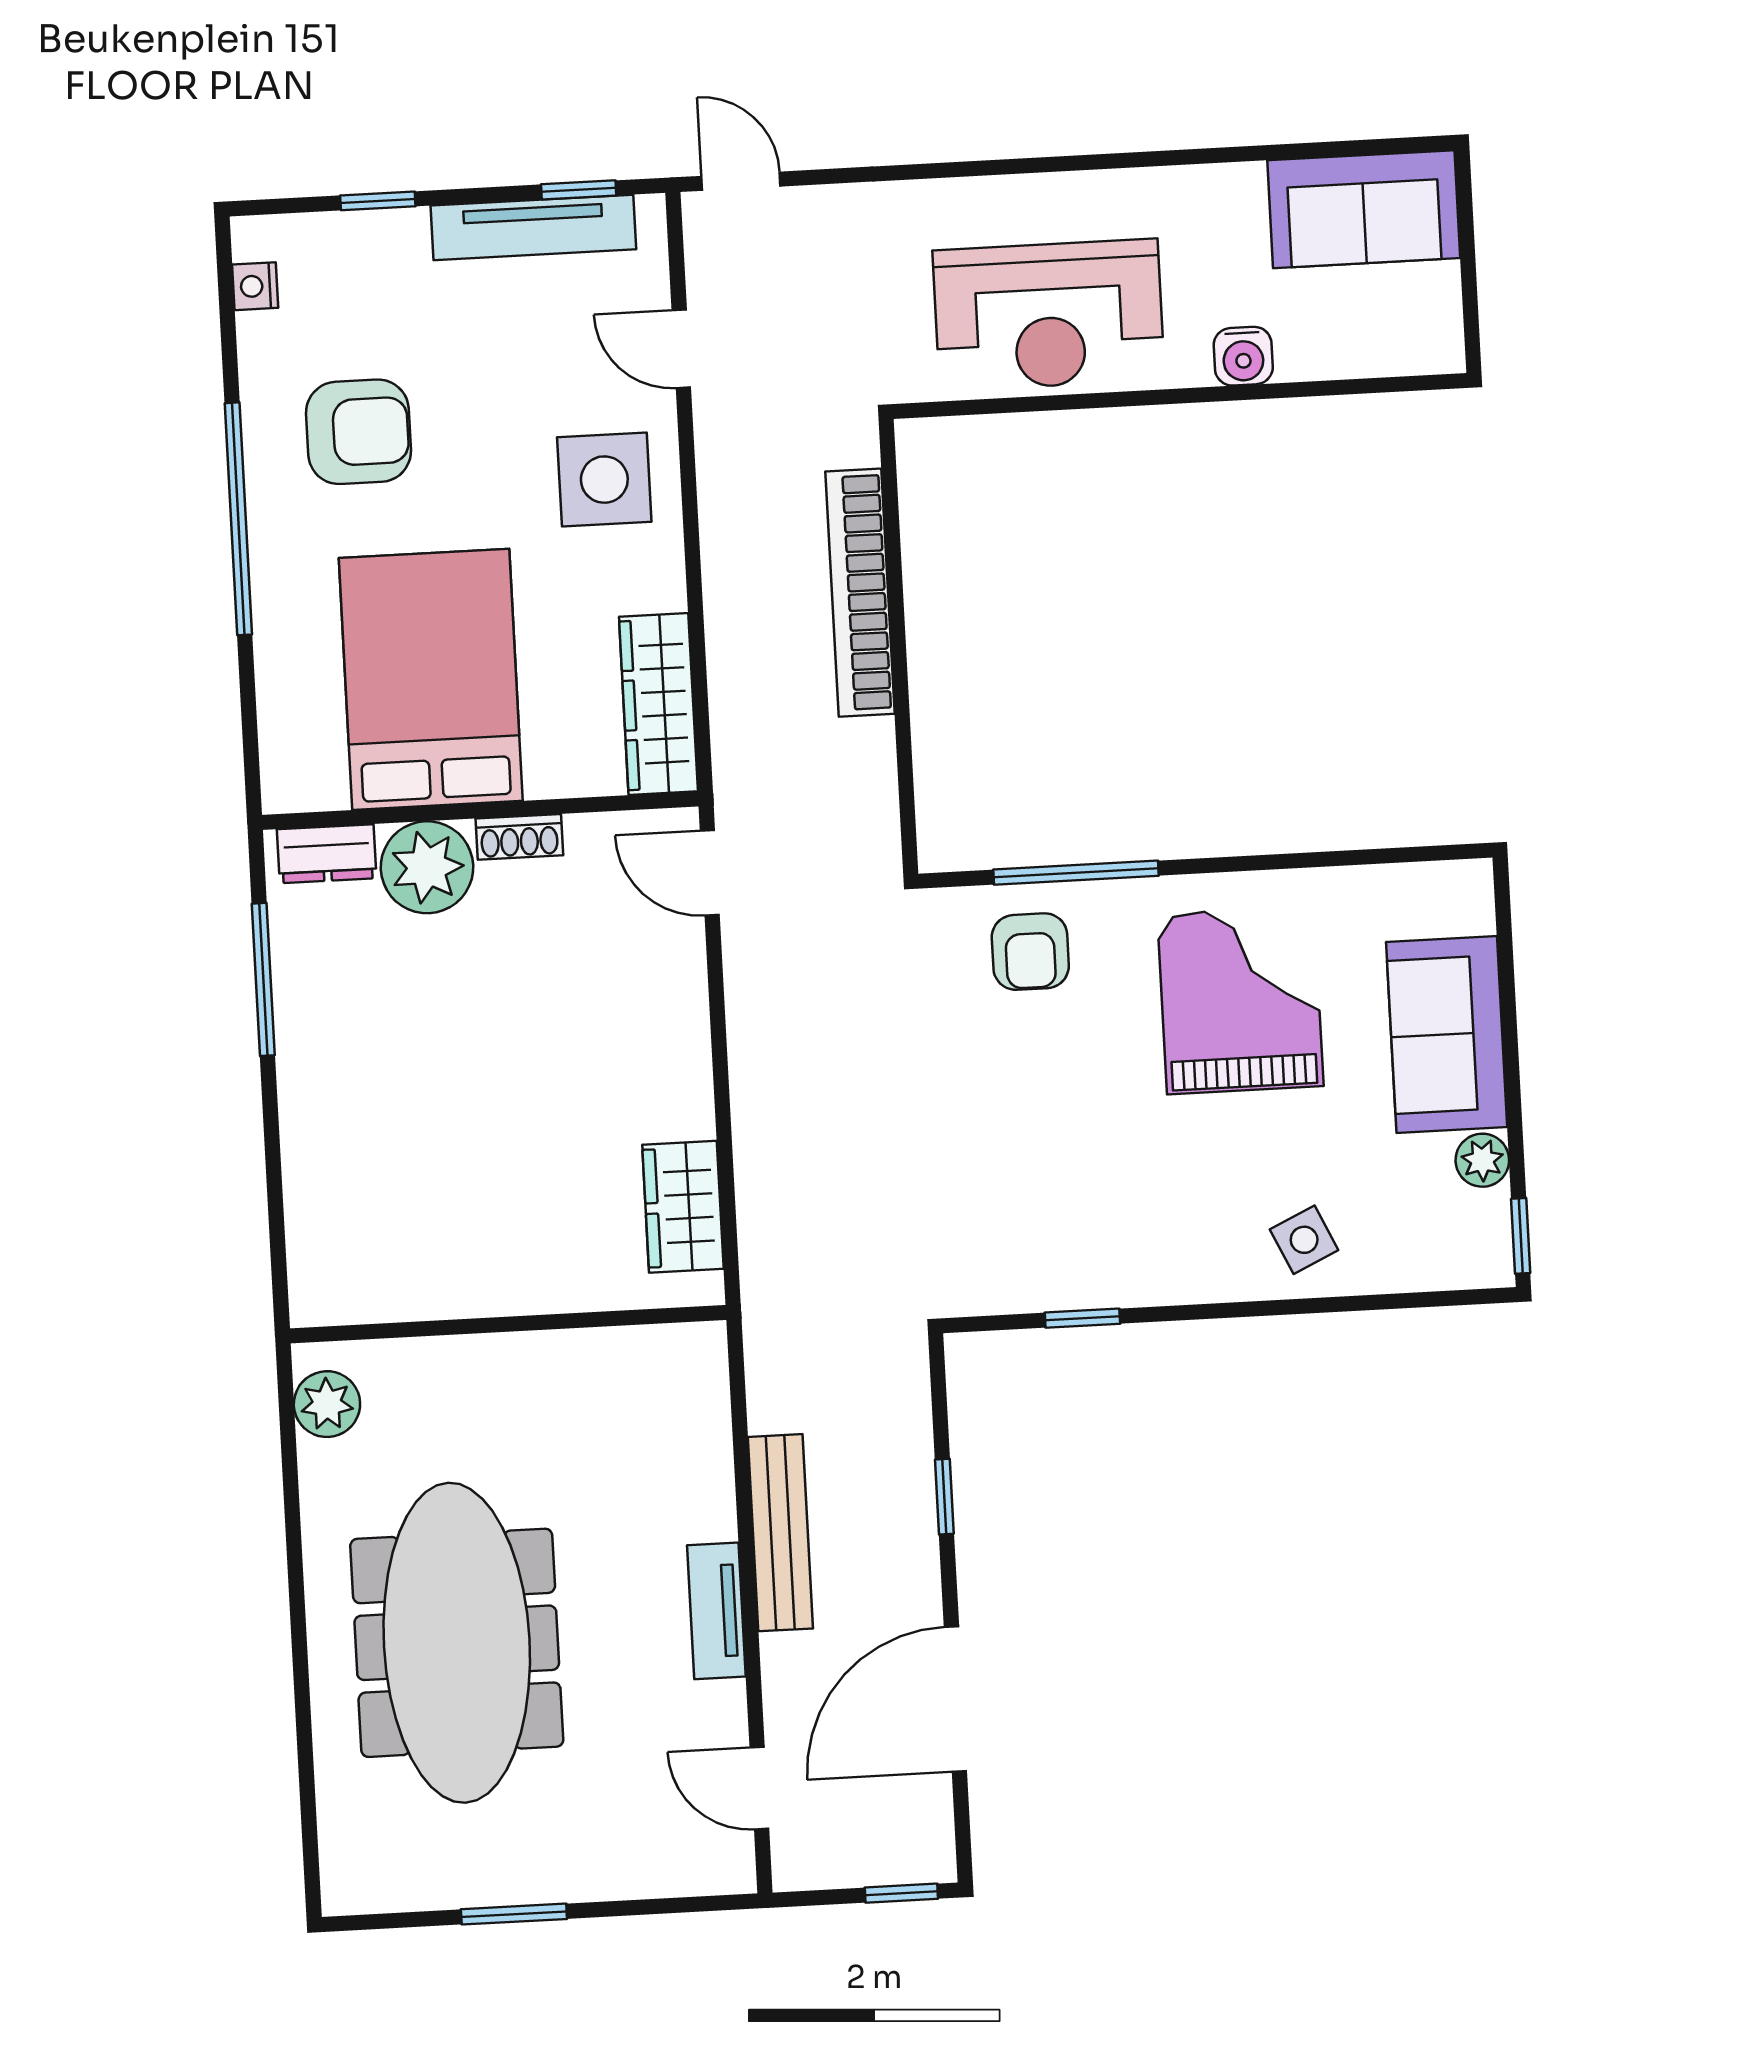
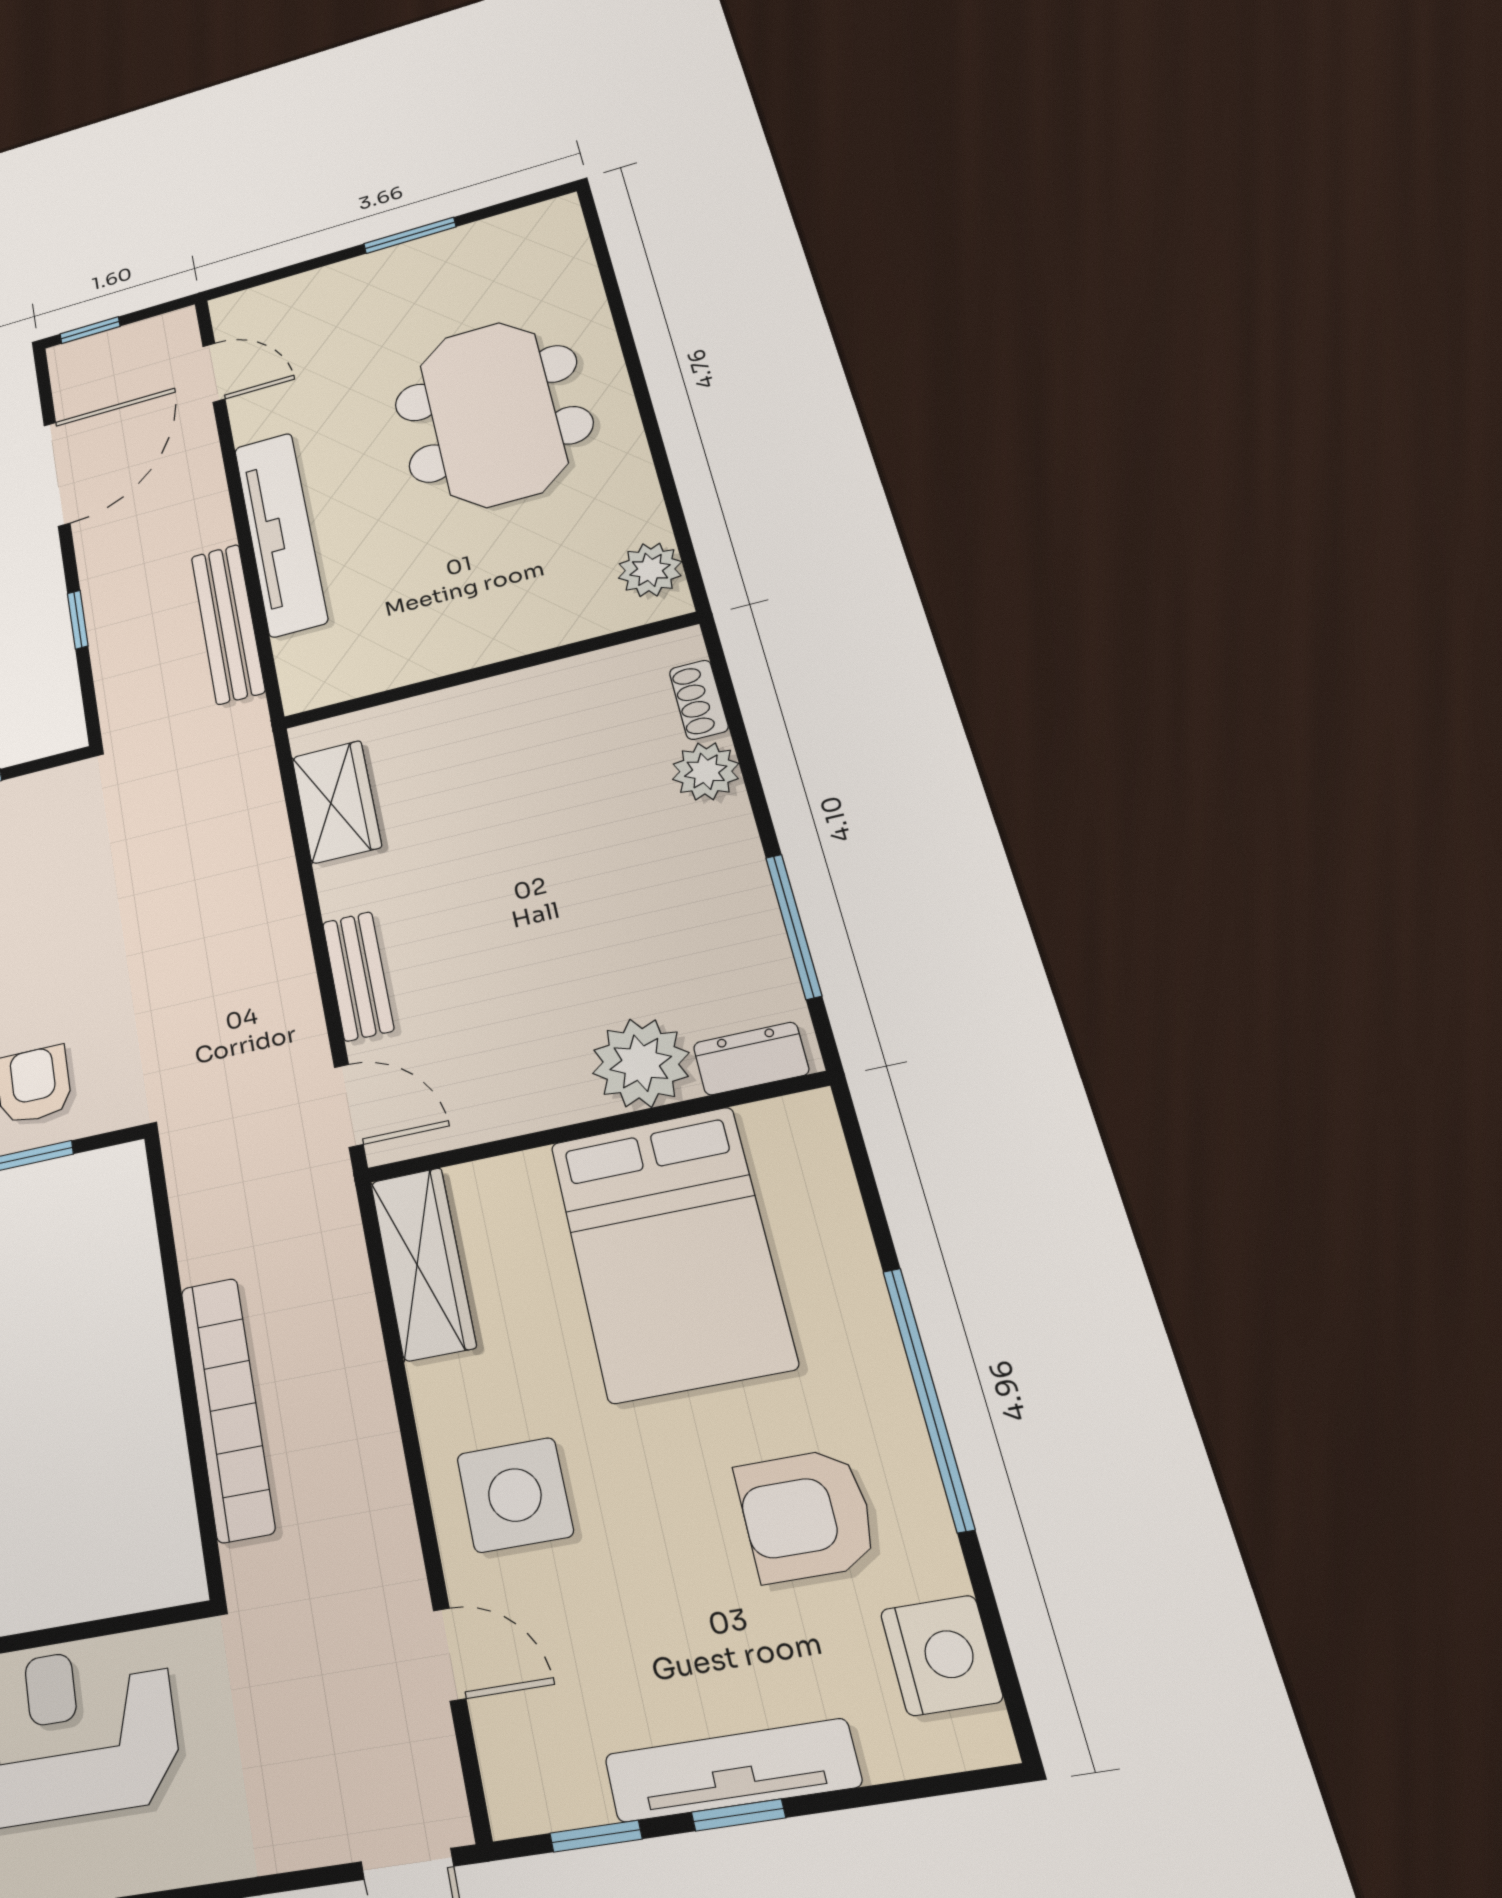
window: (378, 201) -> (738, 1815), moved
tv unit: (533, 227) -> (732, 1770), moved
nightstand: (255, 286) -> (941, 1655), width x1.89, depth x1.79
shoe rack: (519, 837) -> (699, 700), moved, turned -90
bench: (684, 1008) -> (358, 976), added
plant: (314, 1161) -> (706, 771), added
bench: (780, 1533) -> (228, 624), moved
tv unit: (716, 1611) -> (281, 534), width x1.92, depth x1.29
meeting table: (457, 1643) -> (493, 414), width x0.73

